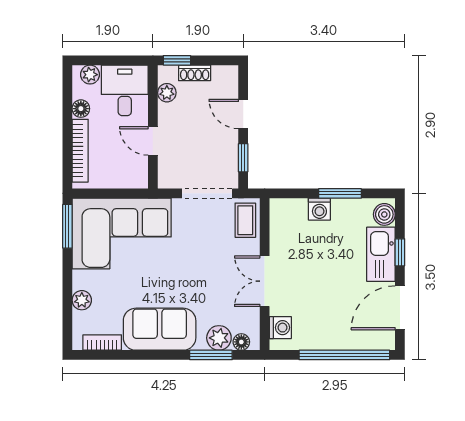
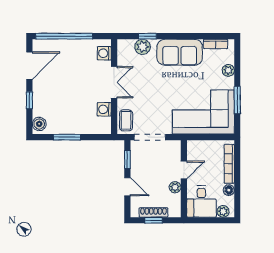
window: (177, 60) -> (154, 220), moved
shoe rack: (195, 73) -> (153, 212), width x1.43
plant: (167, 93) -> (175, 187), moved
door: (153, 141) -> (184, 170), hinge flipped
washing machine: (319, 209) -> (104, 109), moved, turned -90
window: (67, 226) -> (237, 100), moved
kitchen sink: (381, 254) -> (41, 99), removed
floor lamp: (241, 342) -> (129, 44), removed
window: (211, 355) -> (148, 36), width x0.67

